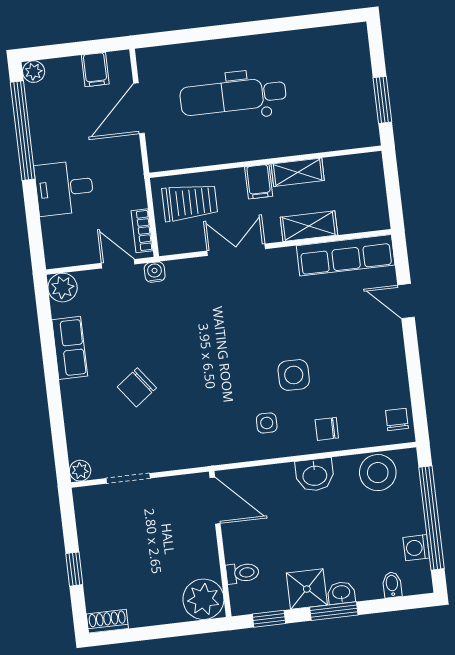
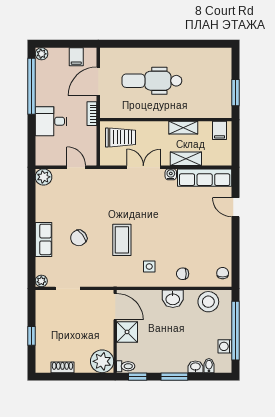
filing cabinet: (259, 182) -> (220, 130), moved
bookcase: (142, 231) -> (92, 114), moved
water cooler: (155, 272) -> (171, 174), moved
row of seats: (70, 348) -> (44, 239), moved
side table: (294, 375) -> (168, 241), removed
coffee table: (213, 382) -> (122, 240), added
toilet: (242, 573) -> (126, 366), moved
shower: (307, 589) -> (127, 332), moved
washbasin: (341, 593) -> (195, 367), moved
shoe rack: (107, 621) -> (62, 367), moved

